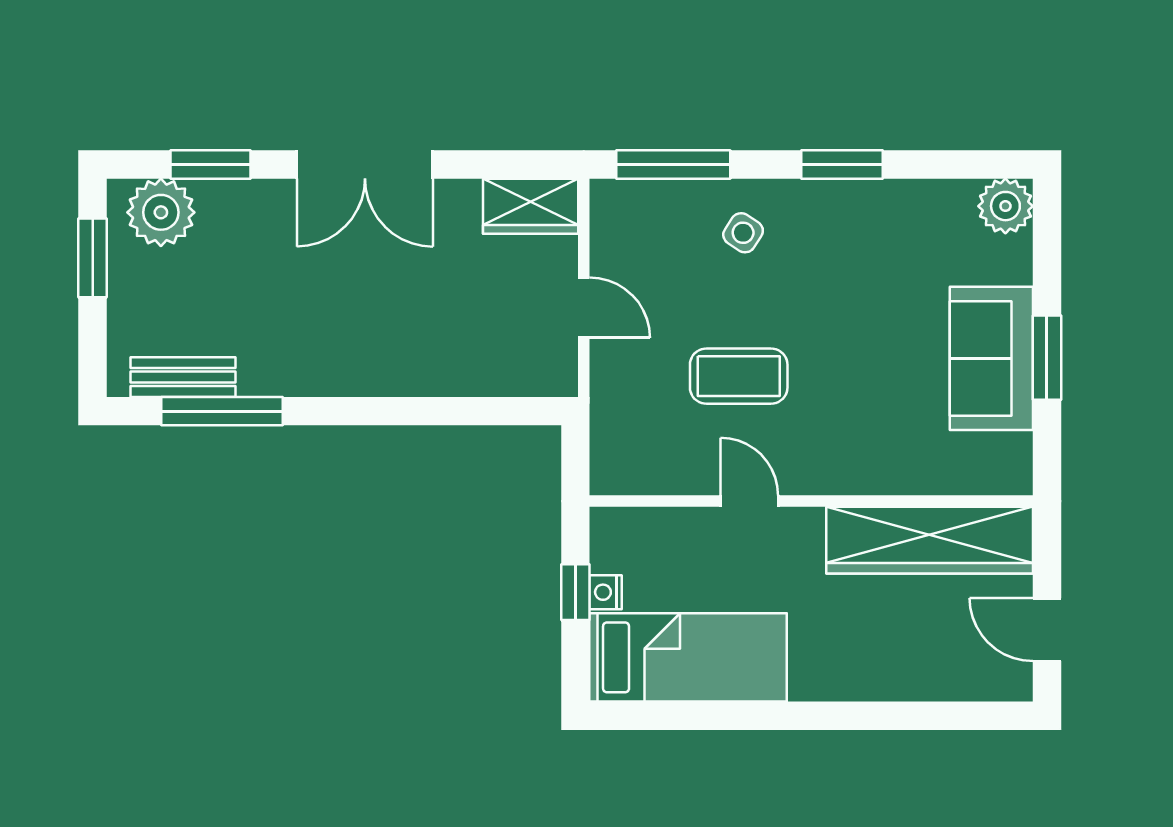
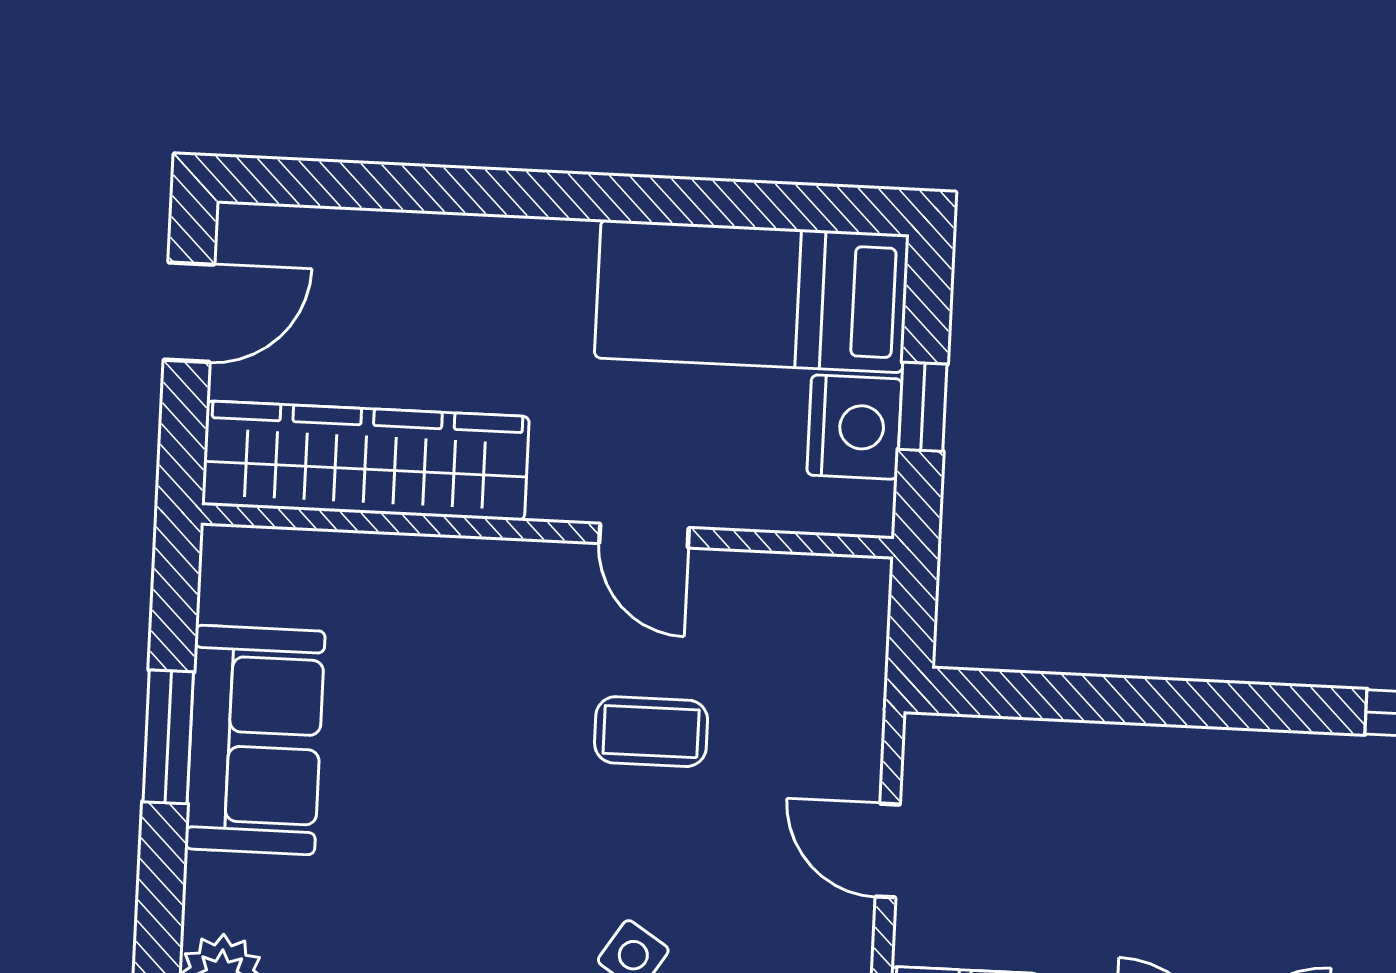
coffee table: (739, 376) -> (651, 732), width x0.73, depth x0.77
nightstand: (606, 592) -> (854, 427), width x1.89, depth x1.79
door: (1047, 630) -> (189, 312), hinge flipped

